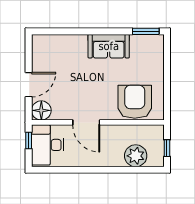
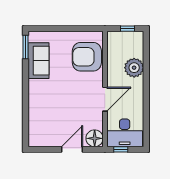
sofa: (109, 46) -> (38, 61), moved
door: (29, 85) -> (72, 149), hinge flipped
plant: (136, 156) -> (134, 68), moved

